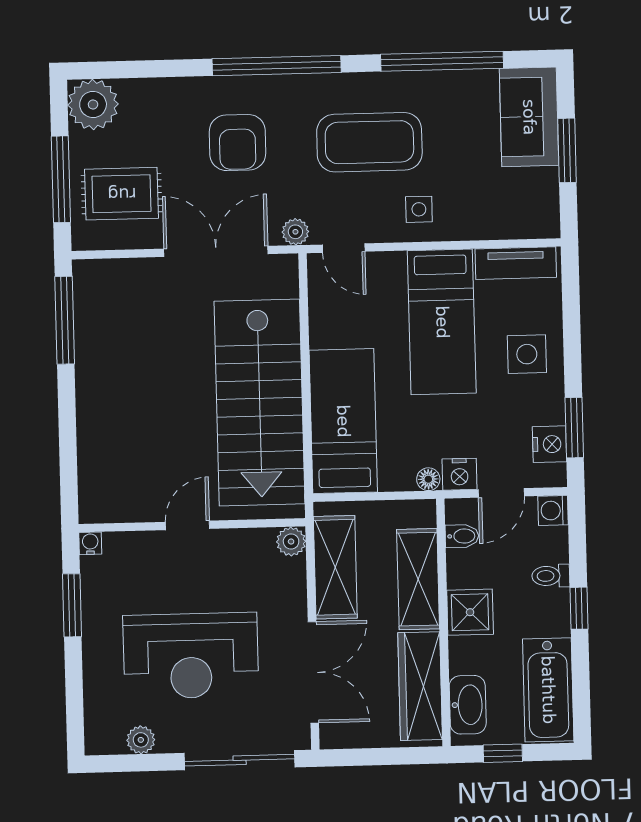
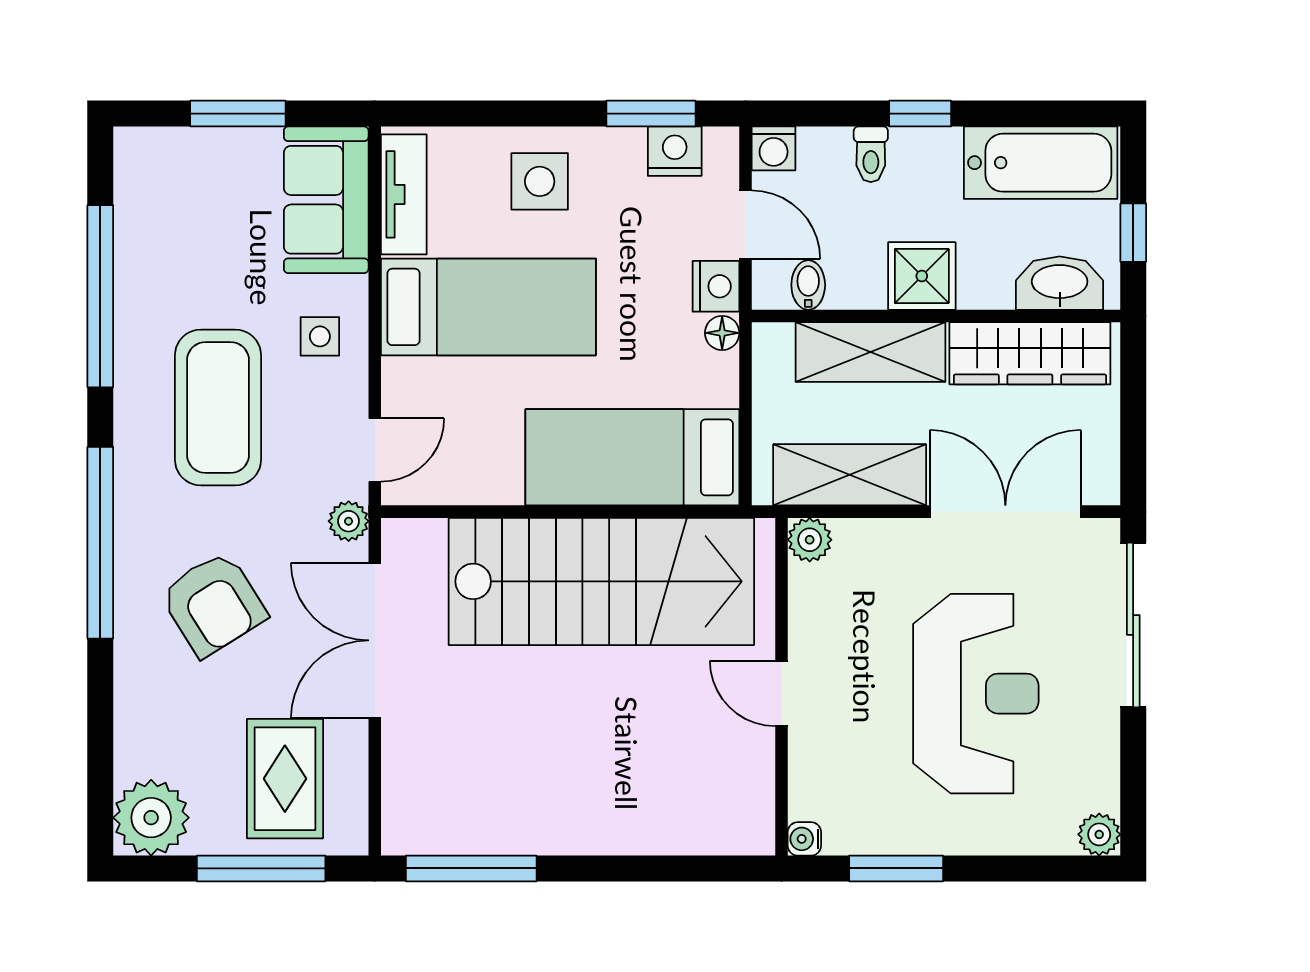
sofa: (529, 117) -> (326, 200), moved, turned 90
armchair: (237, 143) -> (213, 604), turned 58
plant: (141, 740) -> (1099, 834), moved

